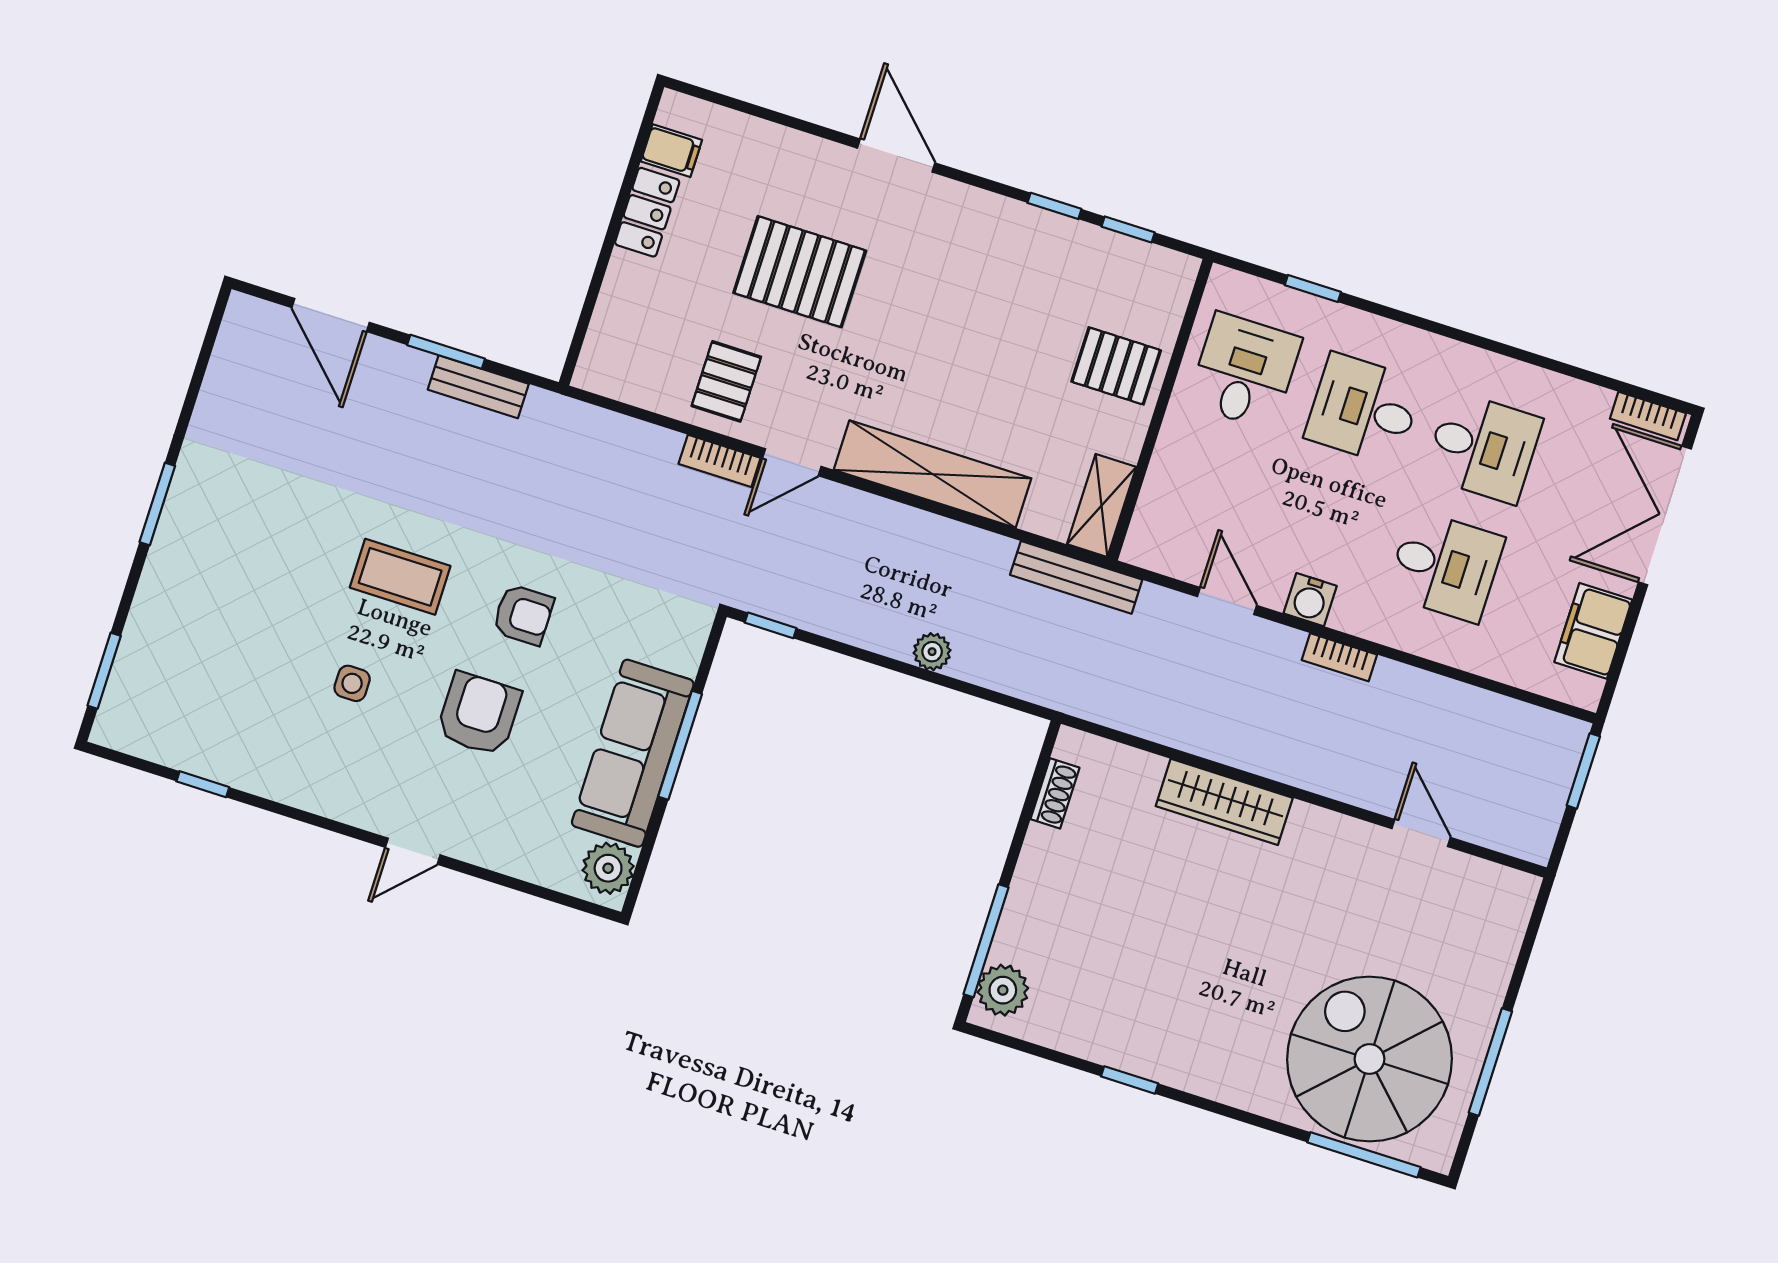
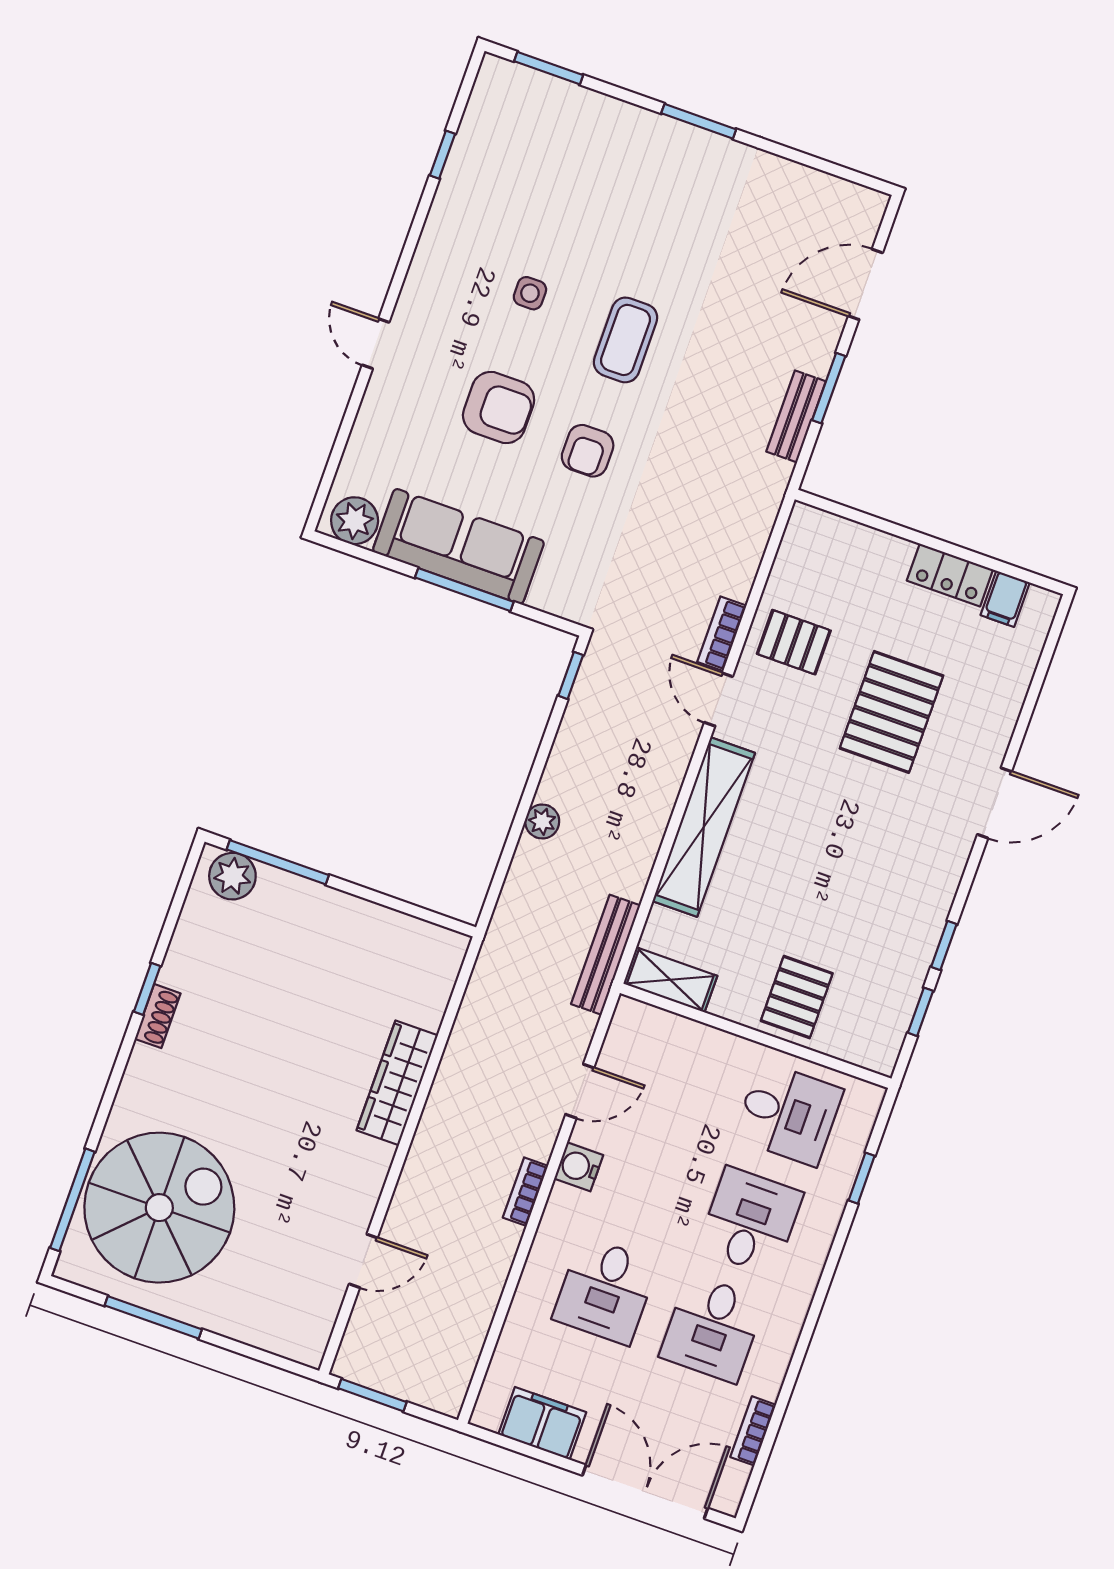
bookcase: (1648, 416) -> (753, 1431), moved
window: (1583, 771) -> (372, 1395), moved
shoe rack: (1055, 793) -> (158, 1016), moved, turned -90

